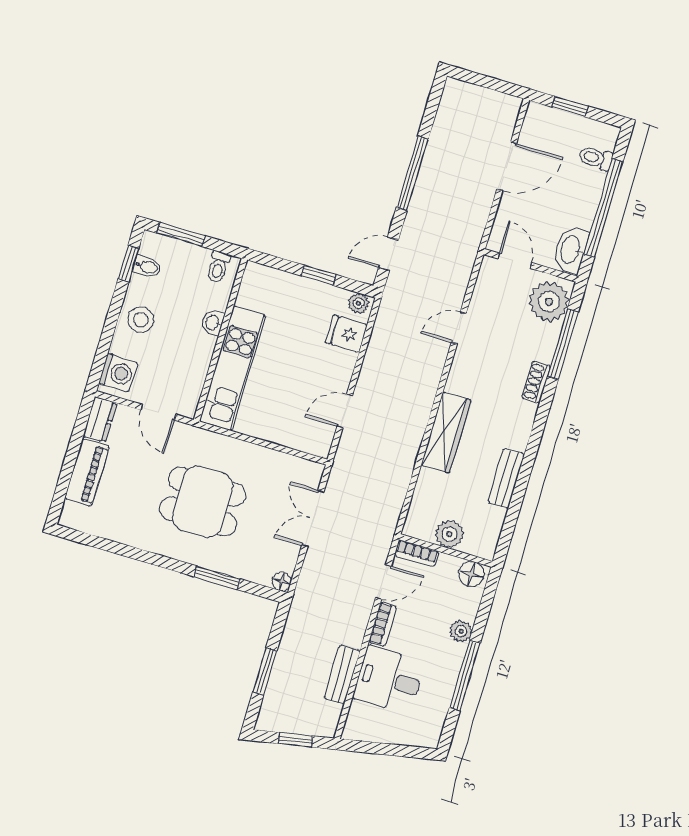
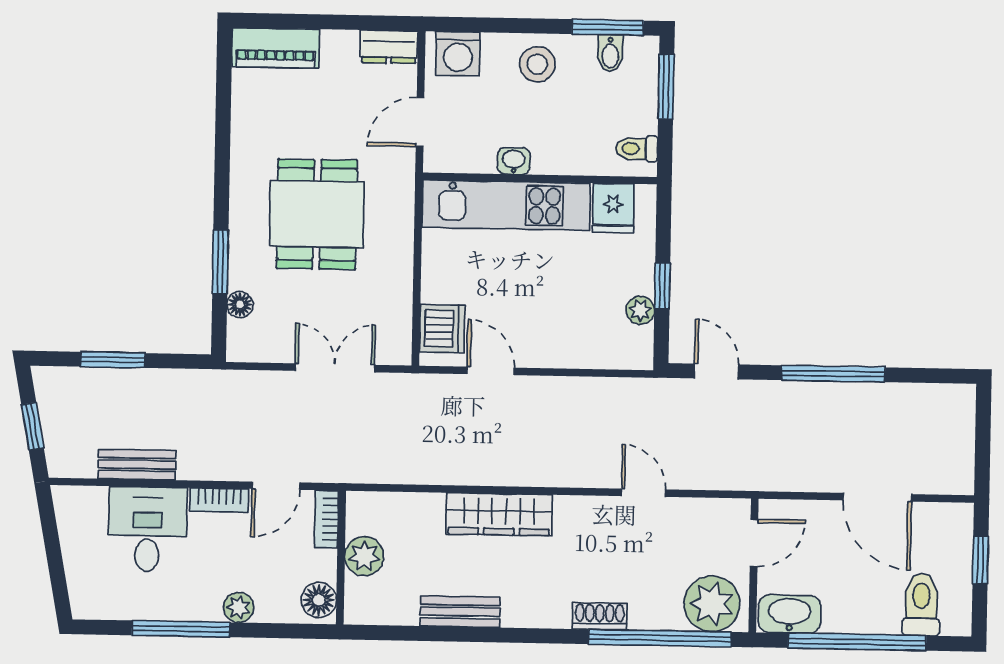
toilet: (596, 158) -> (921, 604), width x1.37, depth x1.39
window: (128, 264) -> (608, 27), width x1.50
plant: (358, 303) -> (640, 310), moved
washbasin: (213, 323) -> (514, 161), moved
fridge: (346, 334) -> (613, 208), moved, turned 180
window: (563, 344) -> (660, 638), width x1.46
dishwasher: (306, 436) -> (442, 328), added
piano: (87, 472) -> (276, 48), moved
floor lamp: (282, 581) -> (240, 305), moved
door: (383, 582) -> (276, 486), hinge flipped

